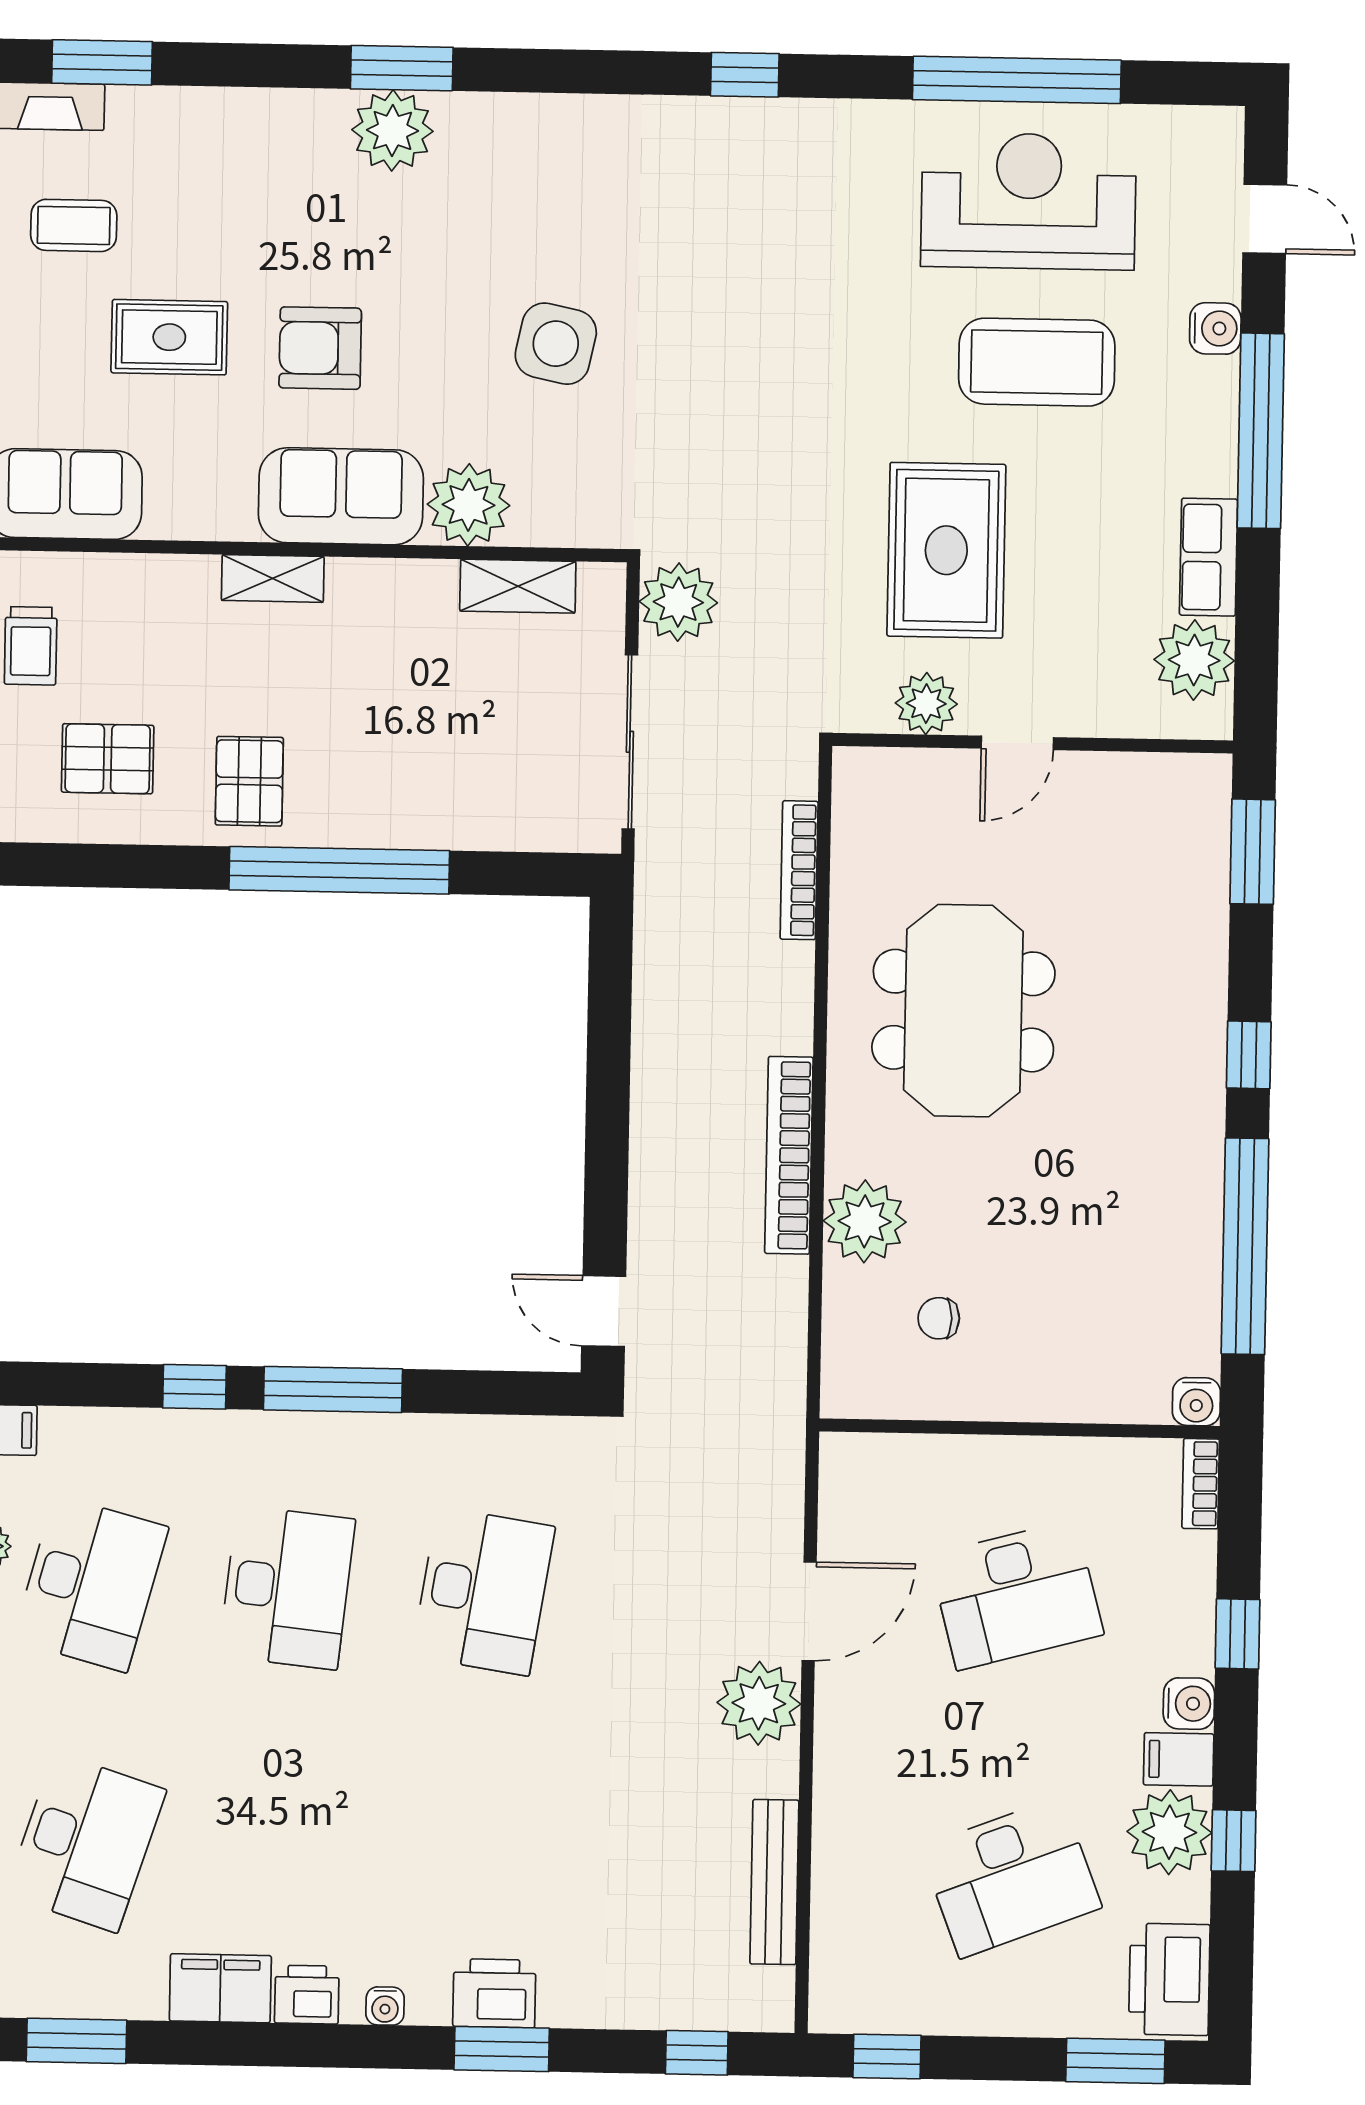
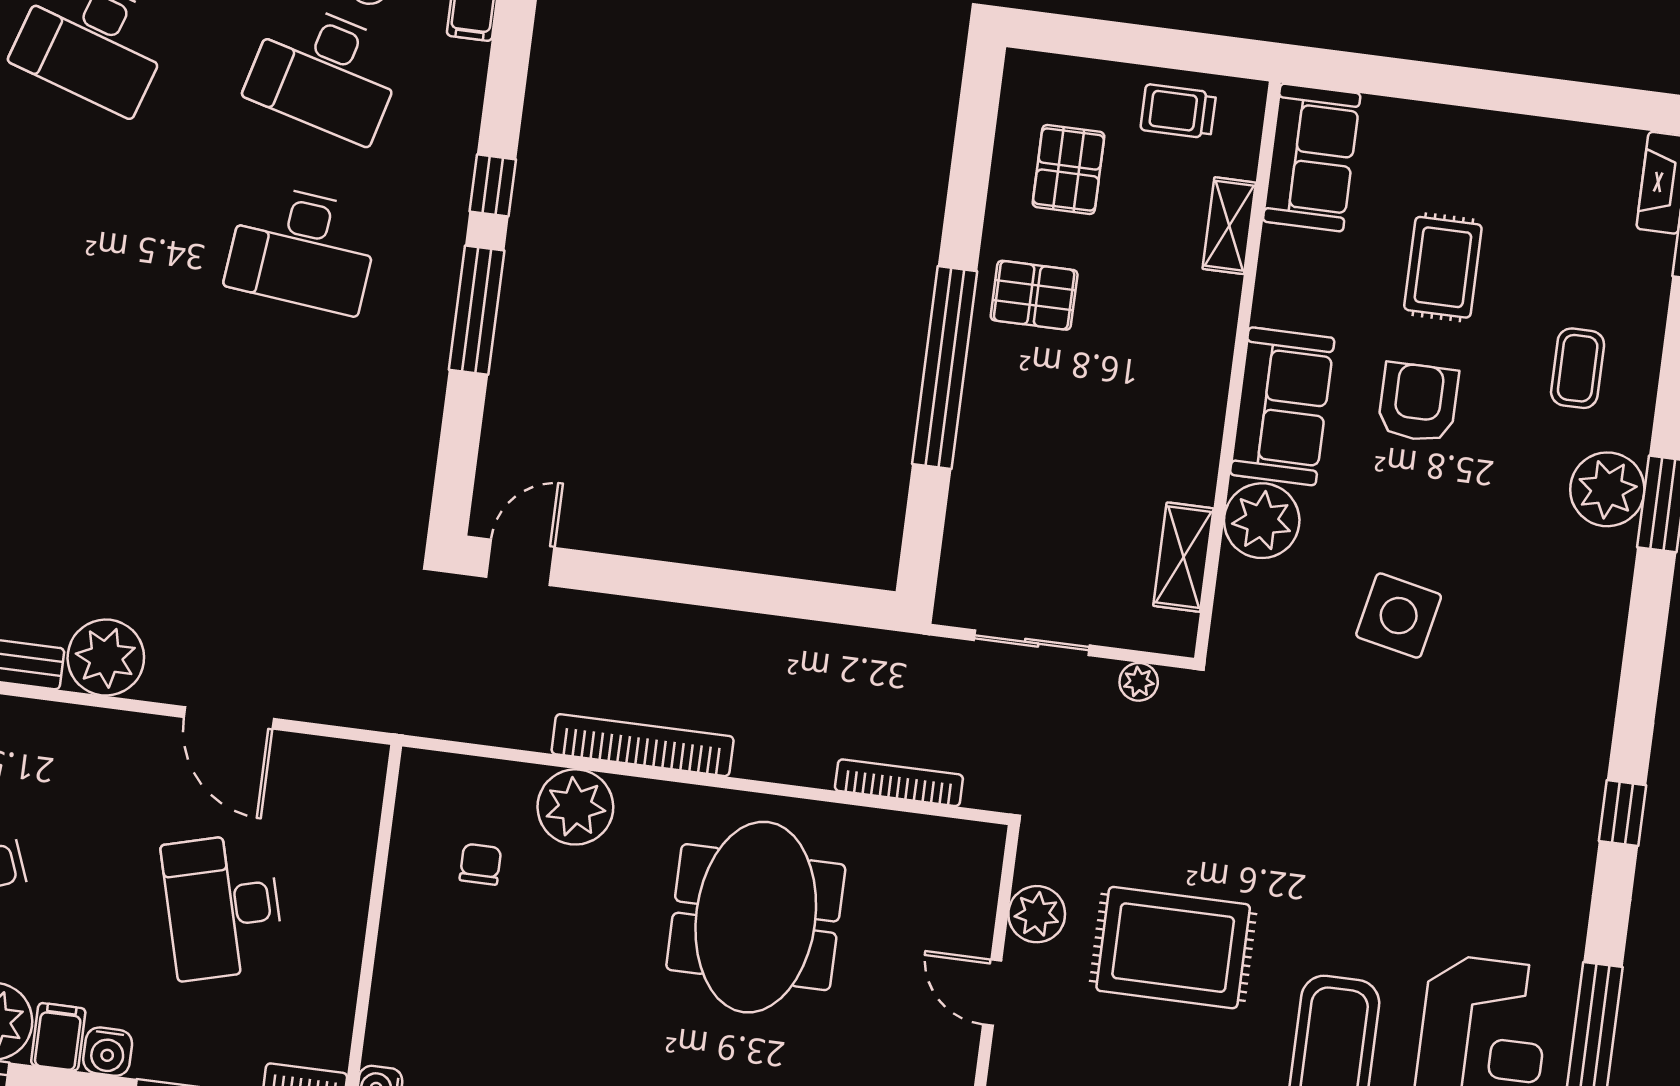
coffee table: (74, 225) -> (1578, 368), moved
shelving: (273, 578) -> (1229, 226), moved
plant: (678, 602) -> (1139, 682), width x0.53, depth x0.53
sliding door: (630, 742) -> (1032, 643), width x0.73
meeting table: (963, 1011) -> (756, 917), turned 90
desk: (483, 1591) -> (279, 426), removed
plant: (759, 1703) -> (106, 658), moved

